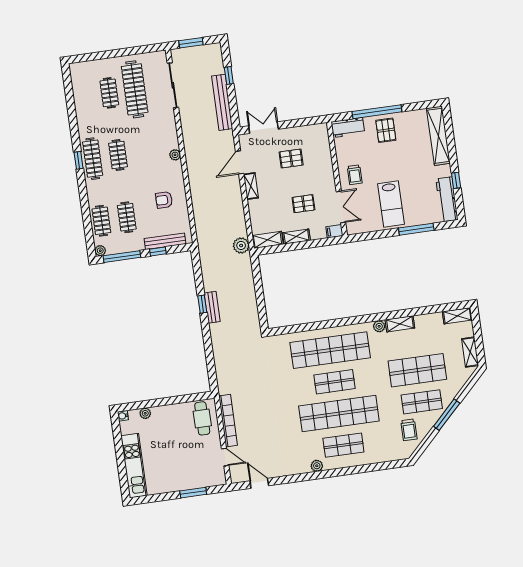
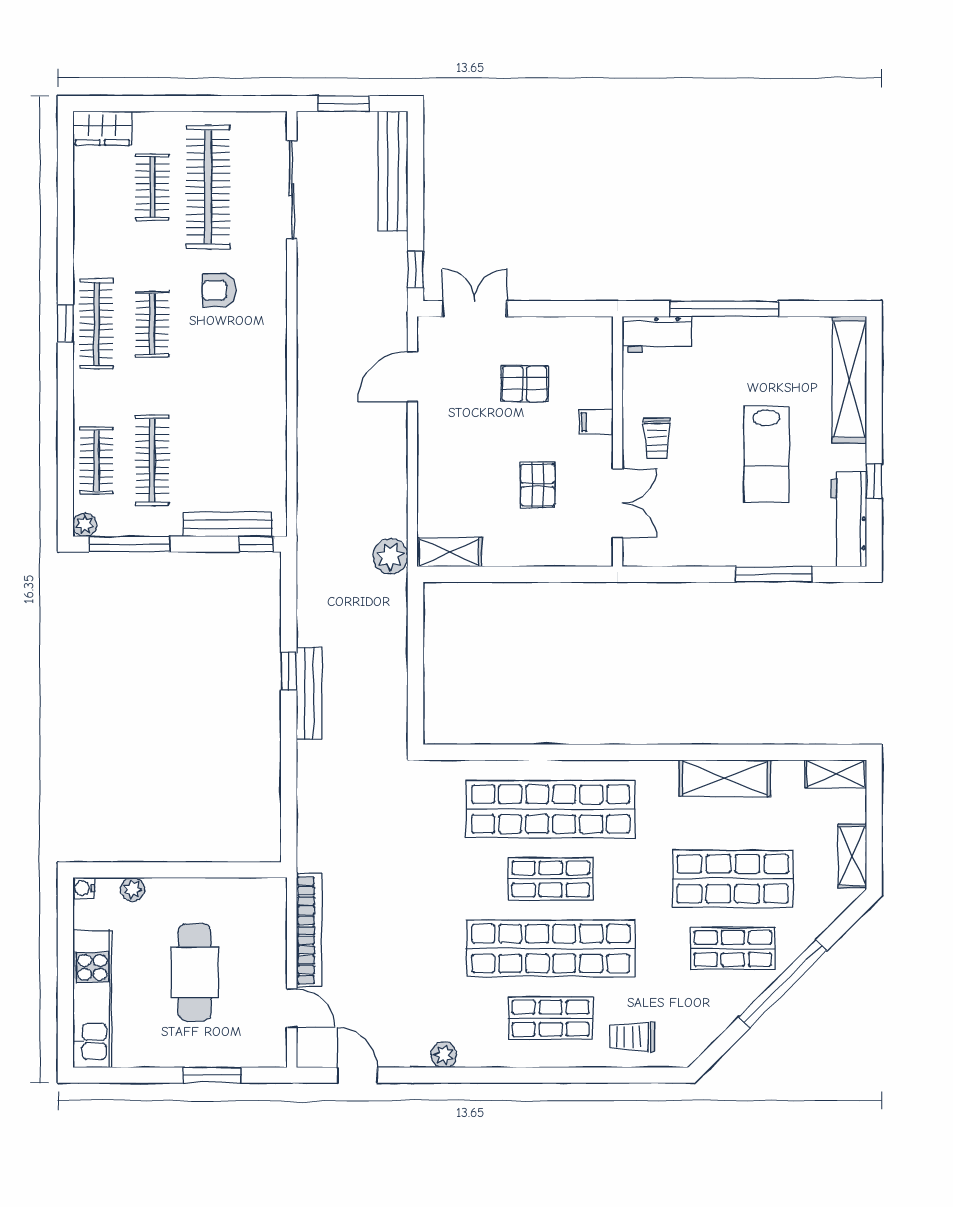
wardrobe: (83, 69) -> (102, 128), added
window: (229, 76) -> (415, 269), moved
bench: (222, 102) -> (393, 171), moved
pallet: (386, 130) -> (738, 351), removed
plant: (175, 155) -> (275, 341), removed
shelving: (251, 186) -> (430, 431), removed
armchair: (164, 200) -> (219, 290), moved
pallet: (303, 204) -> (538, 485), turned 90
lab bench: (391, 204) -> (766, 454), moved
clothes rail: (127, 217) -> (152, 461), width x1.36
filing cabinet: (334, 231) -> (596, 422), moved
shelving: (296, 237) -> (513, 554), removed
window: (158, 251) -> (256, 544), moved
bench: (212, 307) -> (309, 693), width x1.36
shelving: (400, 324) -> (725, 778), width x1.50, depth x1.33
plant: (379, 326) -> (664, 773), removed
window: (447, 415) -> (783, 984), width x1.46
cafe table: (202, 418) -> (195, 972), moved, width x1.37, depth x1.35
trolley: (409, 430) -> (632, 1037), moved, turned 90
plant: (317, 466) -> (444, 1055), moved

